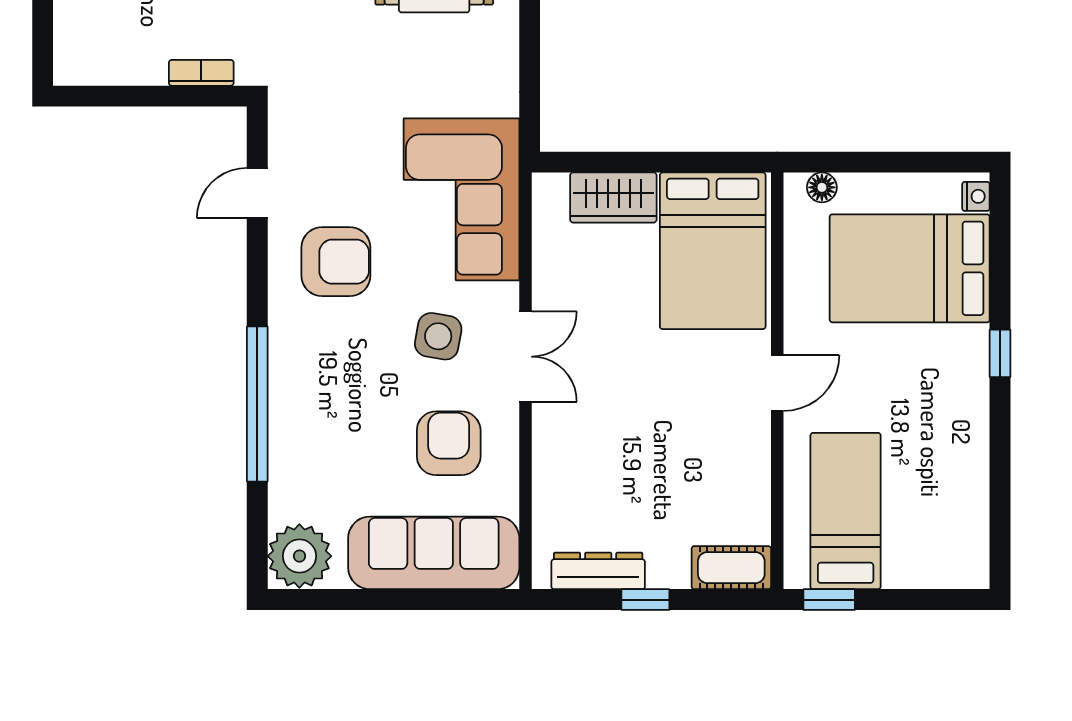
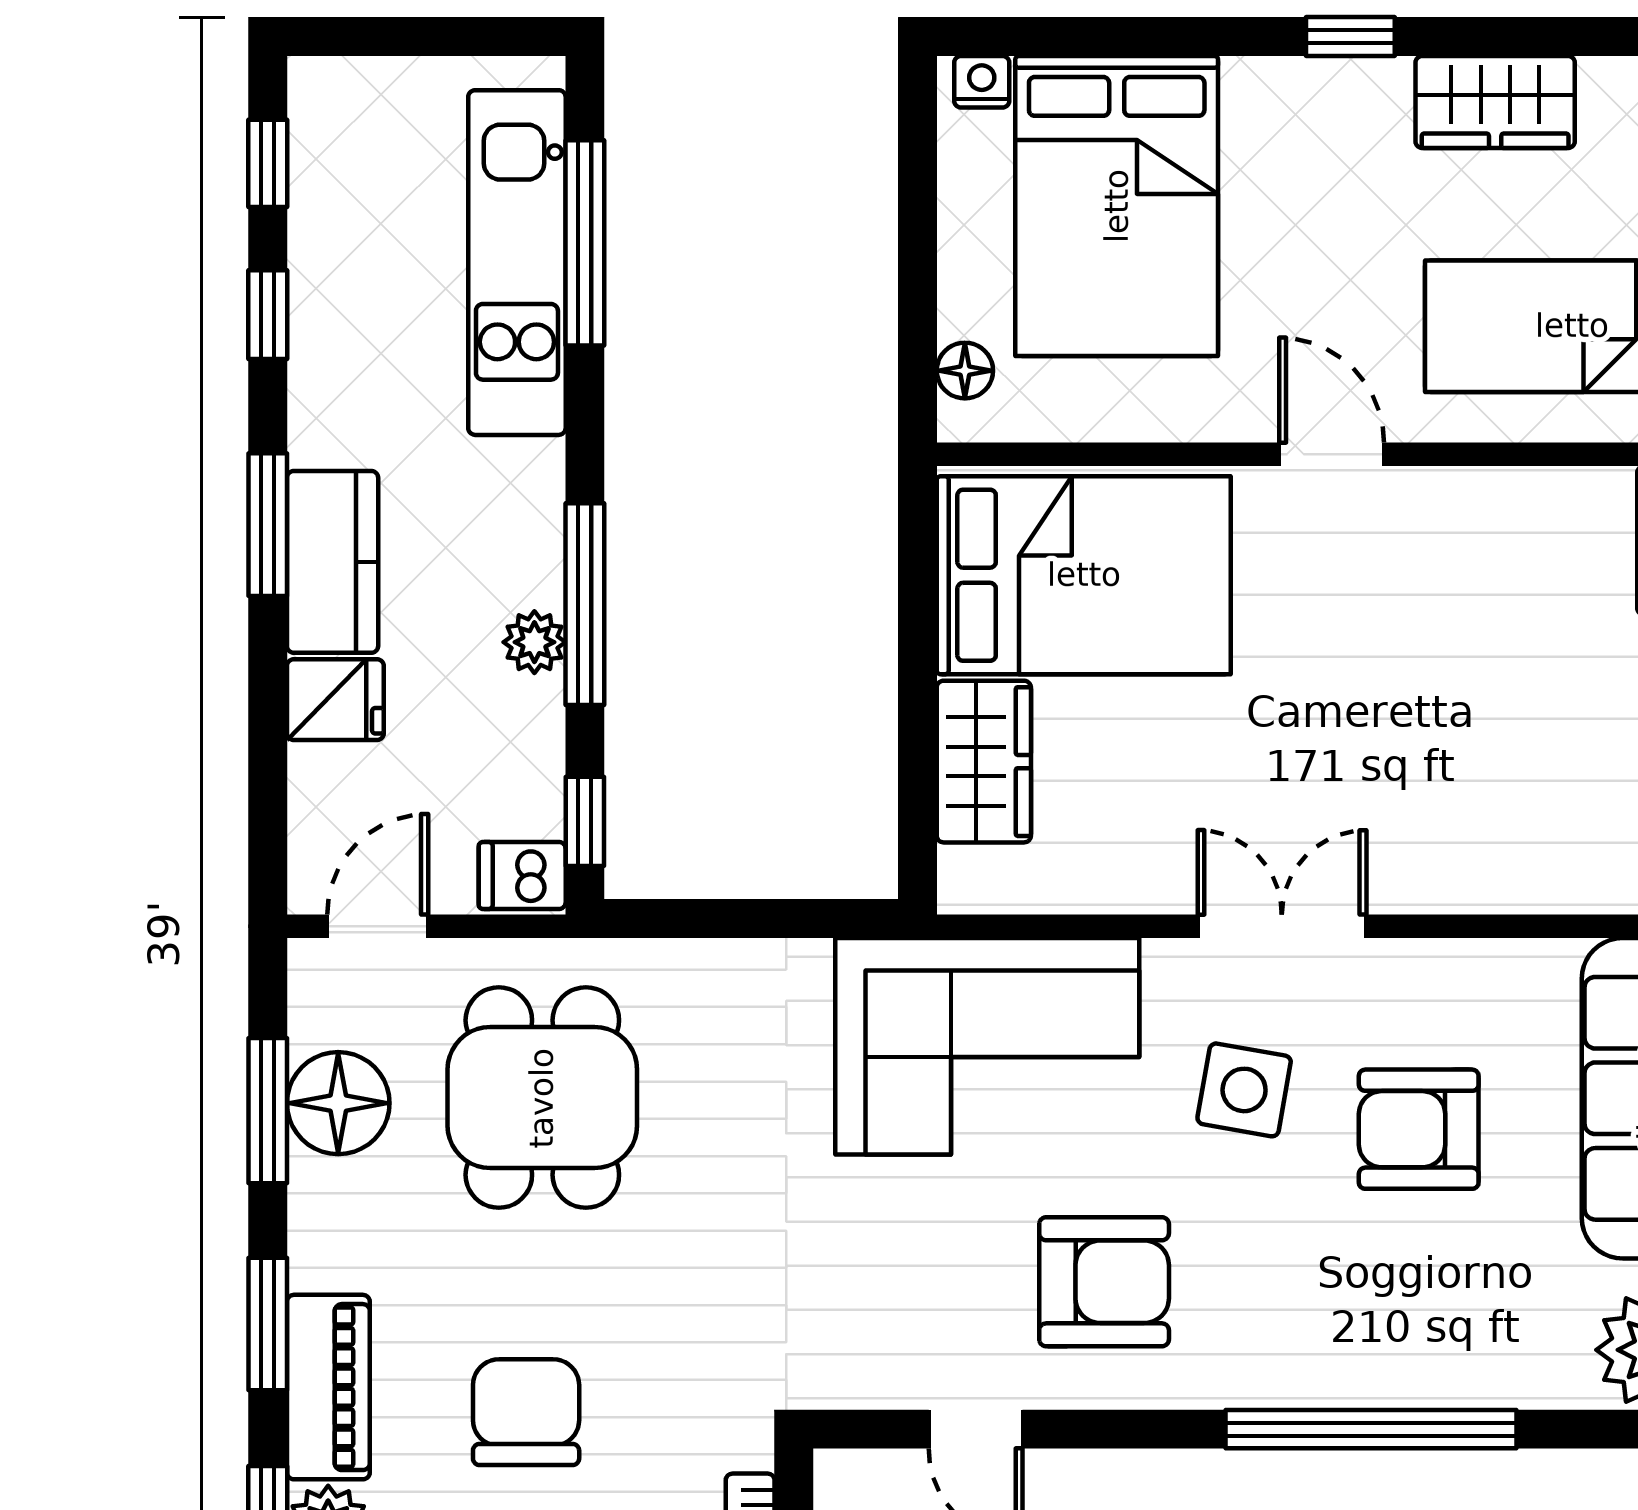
armchair: (336, 262) -> (1104, 1282), turned 90
window: (1000, 353) -> (1350, 37), moved
armchair: (449, 443) -> (1419, 1129), moved
wardrobe: (965, 470) -> (1495, 102), added

